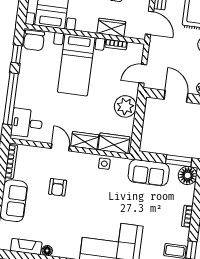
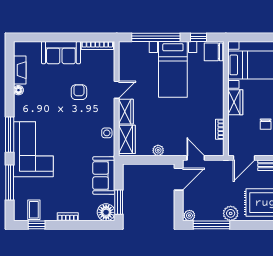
wardrobe: (111, 27) -> (235, 102), moved
bed with nightstands: (76, 65) -> (173, 69), moved, turned -90
door: (176, 96) -> (179, 179), moved
plant: (125, 106) -> (158, 150), width x0.53, depth x0.53
desk: (27, 123) -> (135, 55), removed
armchair: (58, 187) -> (79, 92), turned 90

